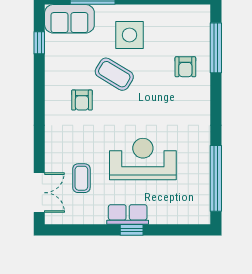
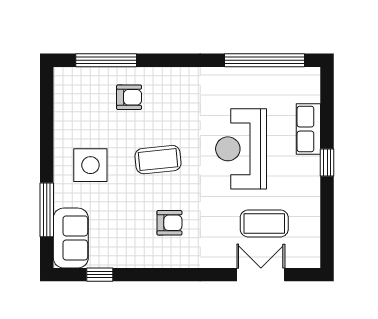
coffee table: (114, 74) -> (158, 160), moved, turned 53
coffee table: (81, 178) -> (264, 223), width x1.36, depth x1.30
double door: (39, 193) -> (261, 275), moved
row of seats: (128, 215) -> (308, 129), moved

